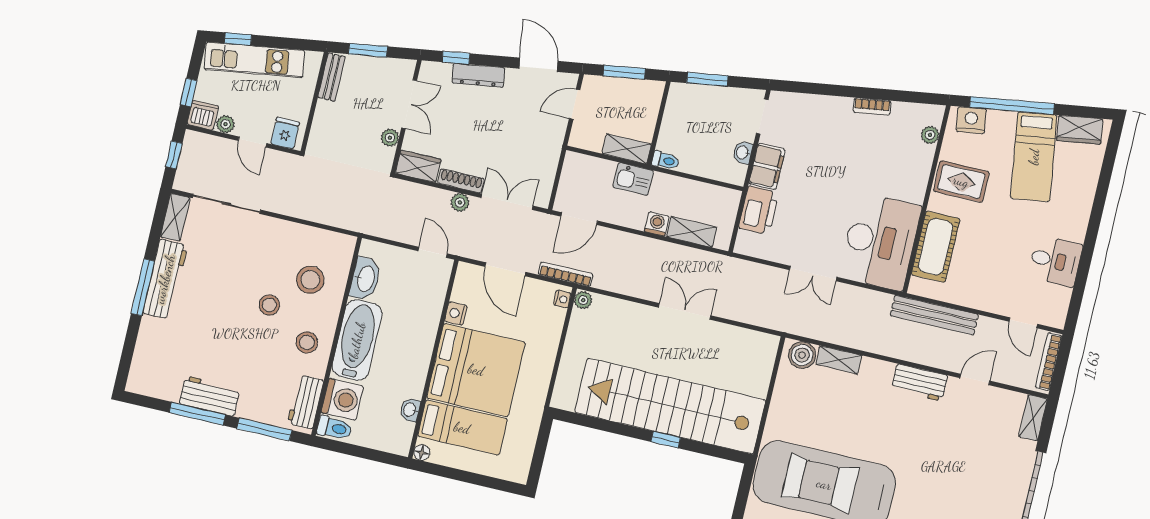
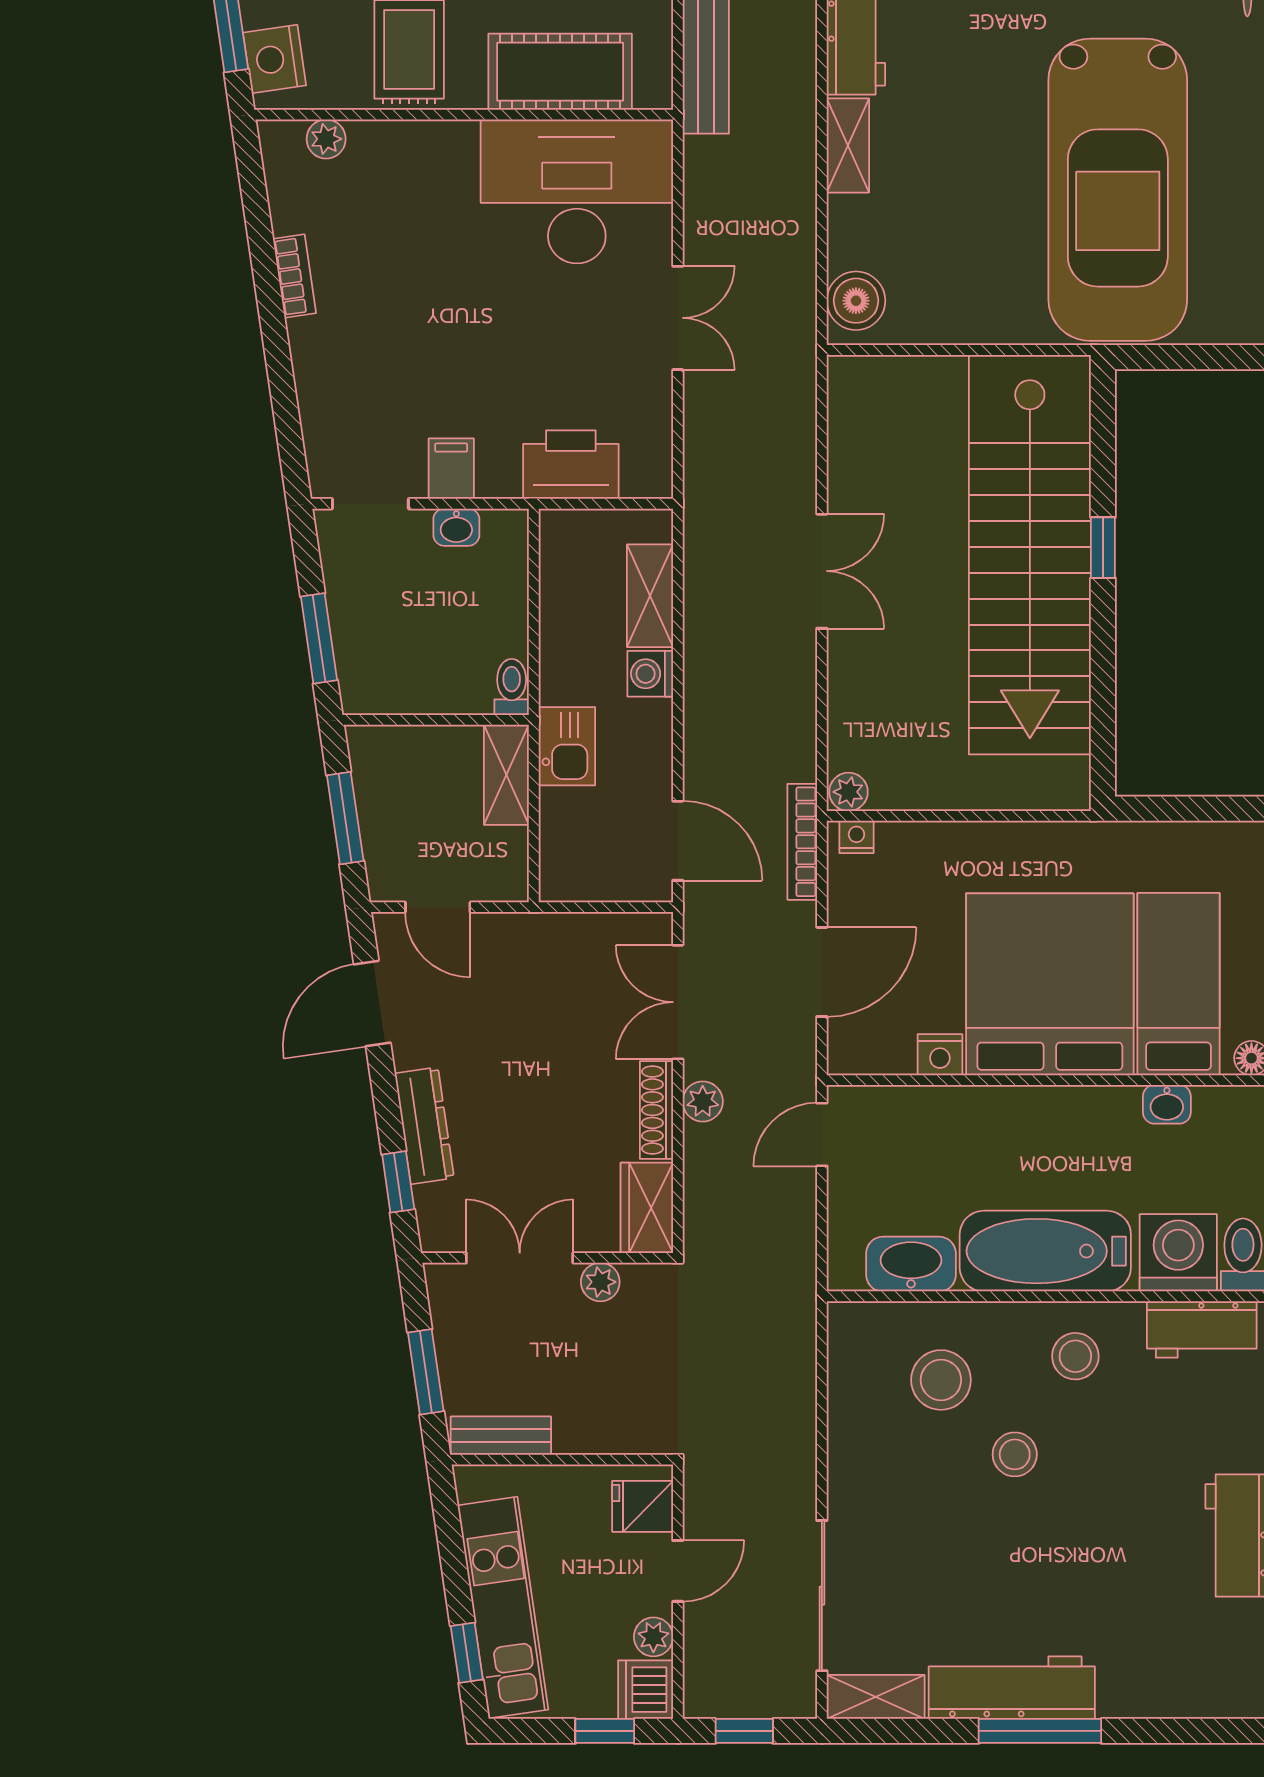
filing cabinet: (767, 166) -> (451, 469), width x0.50
double door: (685, 311) -> (822, 571), swing flipped
shelving: (839, 360) -> (848, 146), moved

